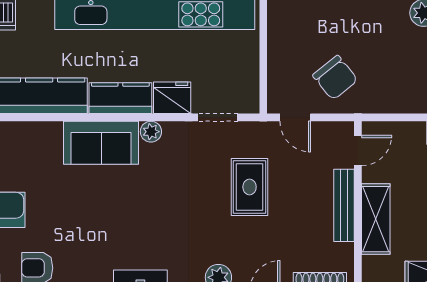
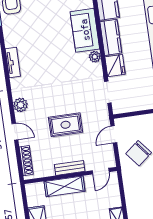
door: (358, 150) -> (101, 171), hinge flipped
rug: (250, 187) -> (66, 125), moved
bench: (344, 205) -> (70, 168), width x0.73

